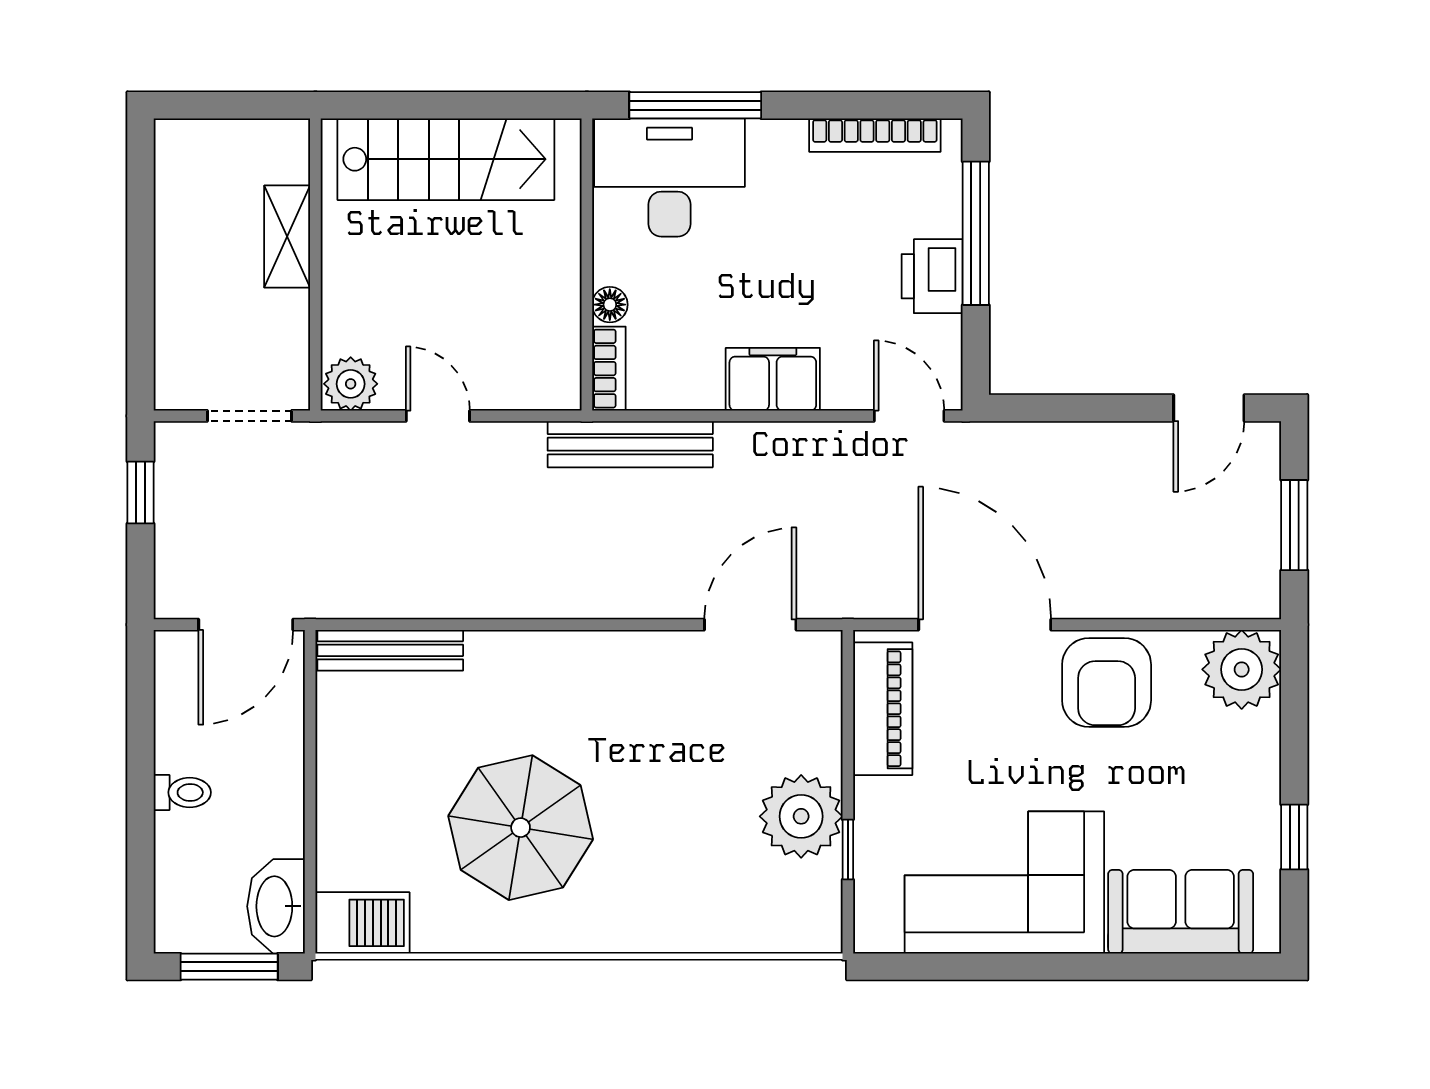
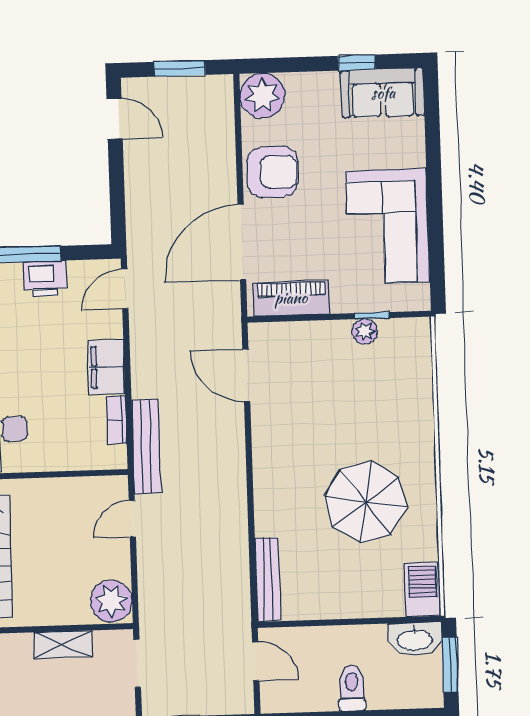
shelving: (287, 237) -> (63, 644), moved
floor lamp: (610, 305) -> (67, 461), removed
bookcase: (609, 369) -> (117, 420), moved, turned -90
plant: (351, 384) -> (111, 601), width x1.36, depth x1.36
door: (438, 416) -> (132, 518), moved
door: (246, 625) -> (256, 661), width x0.73
toilet: (182, 792) -> (352, 688), width x1.37, depth x1.39
plant: (801, 816) -> (365, 331), width x0.53, depth x0.53
sofa: (1181, 912) -> (383, 93), moved, turned -90

